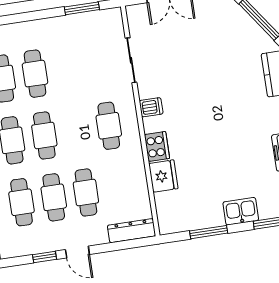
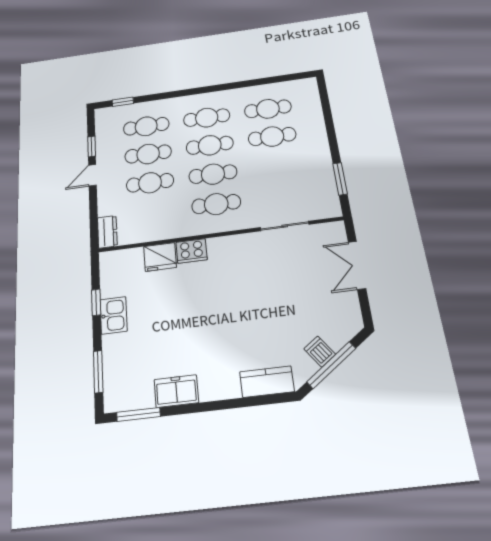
dishwasher: (151, 107) -> (320, 352), moved, turned 144
cafe table: (77, 131) -> (213, 174), added
kitchen sink: (241, 211) -> (114, 315), moved
dresser: (131, 231) -> (107, 232), width x0.70
window: (209, 232) -> (96, 302), width x0.67

